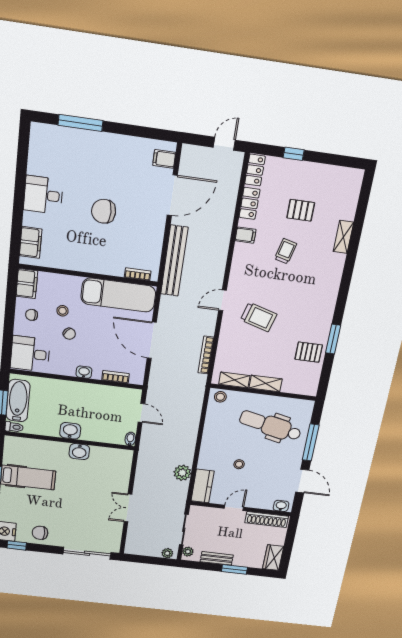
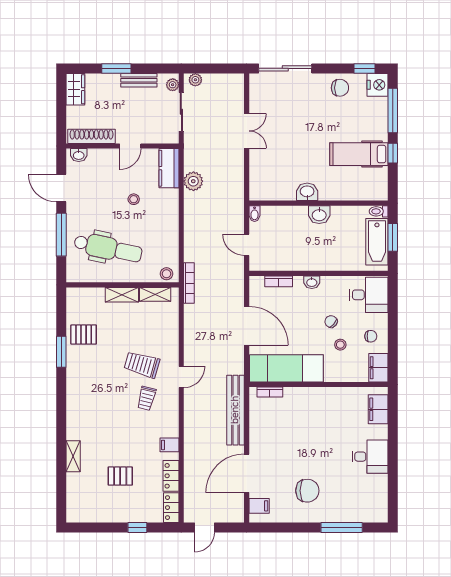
chair: (104, 211) -> (307, 491), moved
trolley: (286, 251) -> (147, 398), moved
bookcase: (206, 355) -> (189, 283), moved

